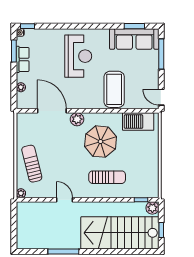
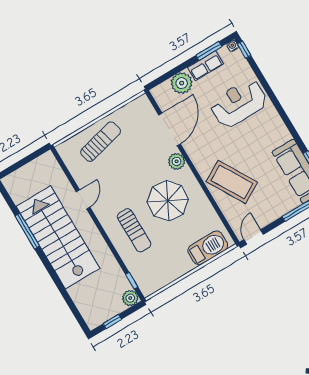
reception desk: (78, 56) -> (239, 103), moved, turned 180
plant: (21, 87) -> (182, 83), width x1.88, depth x1.88
coffee table: (114, 89) -> (232, 182), turned 60
barbecue: (138, 122) -> (208, 248), moved, turned 90
plant: (21, 193) -> (62, 149), removed
stairs: (120, 233) -> (58, 237), moved

